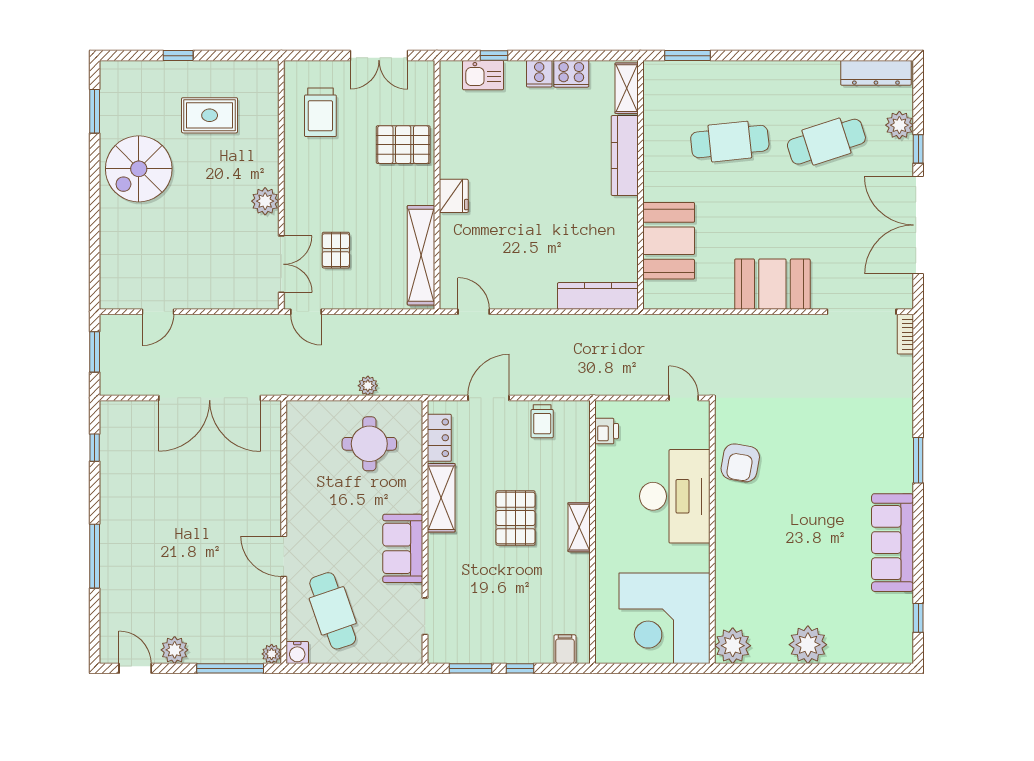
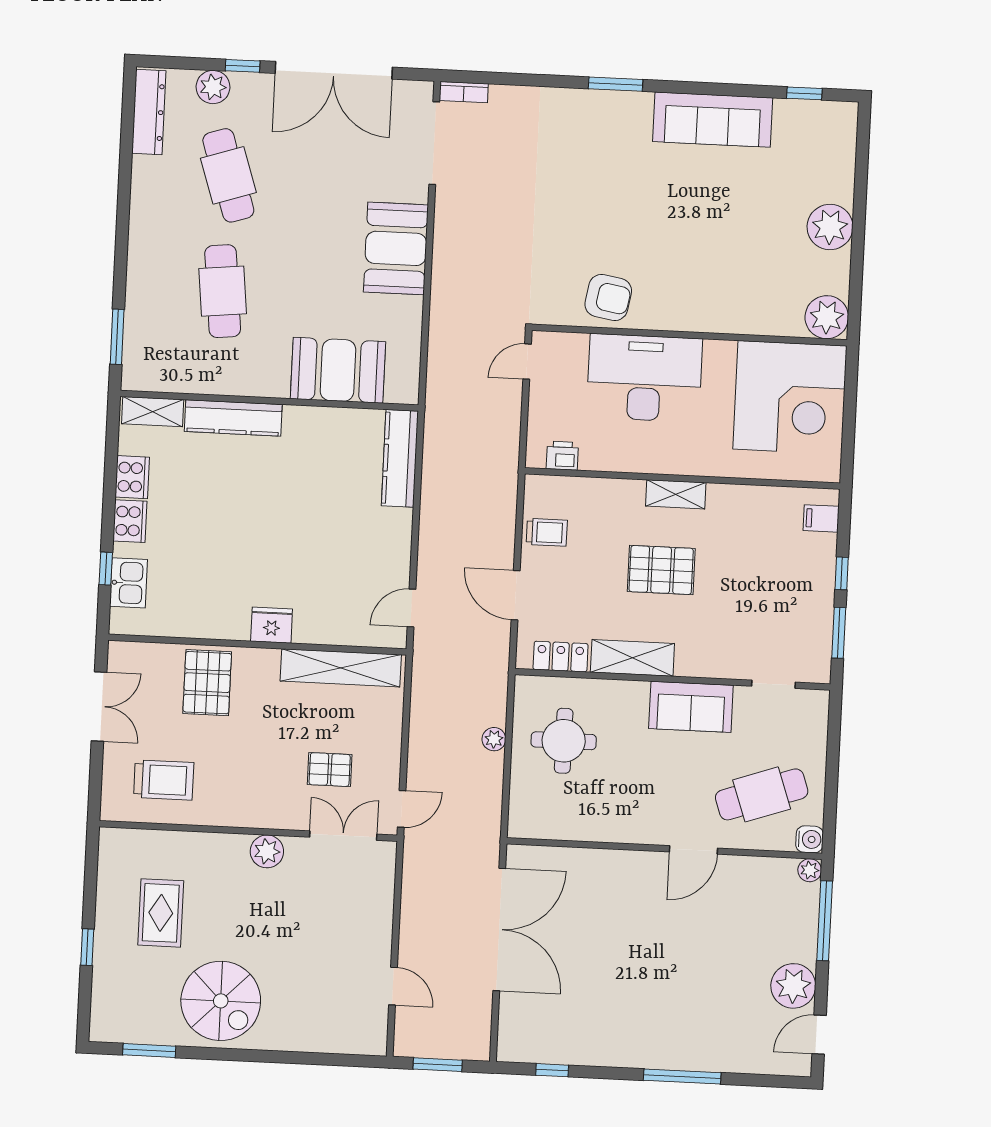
cooker: (539, 74) -> (130, 521), width x1.36
plant: (175, 650) -> (793, 986), width x1.36, depth x1.36

